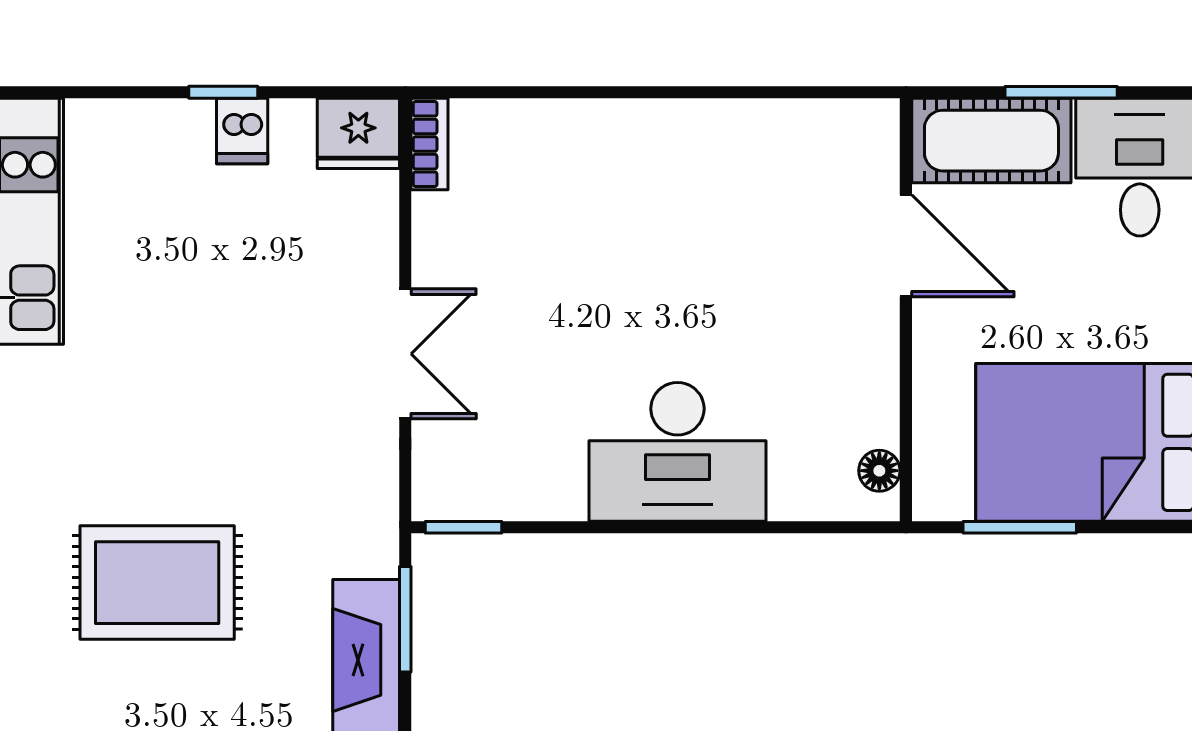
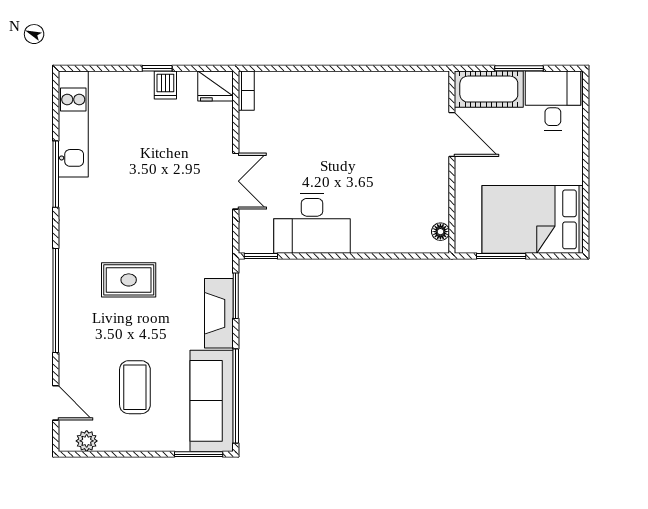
desk: (677, 452) -> (312, 223), moved
rug: (157, 583) -> (129, 280), width x0.73, depth x0.70

